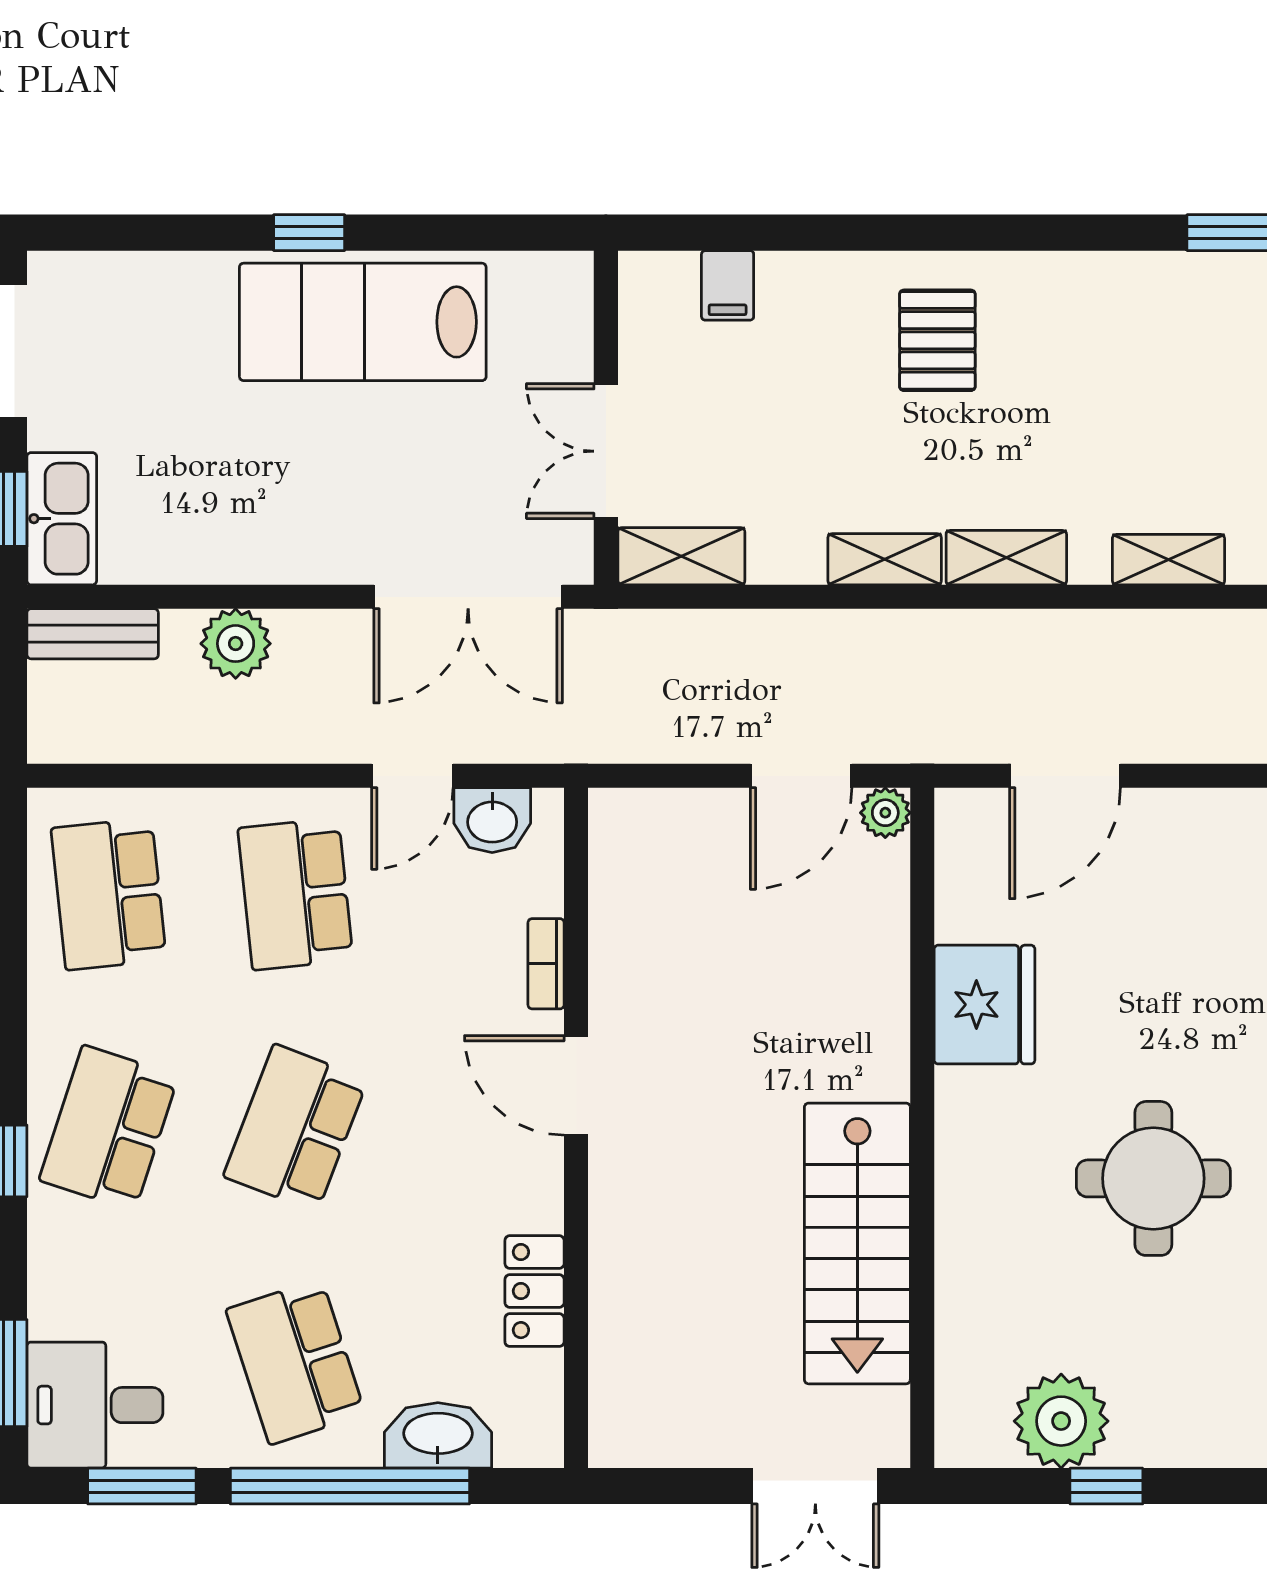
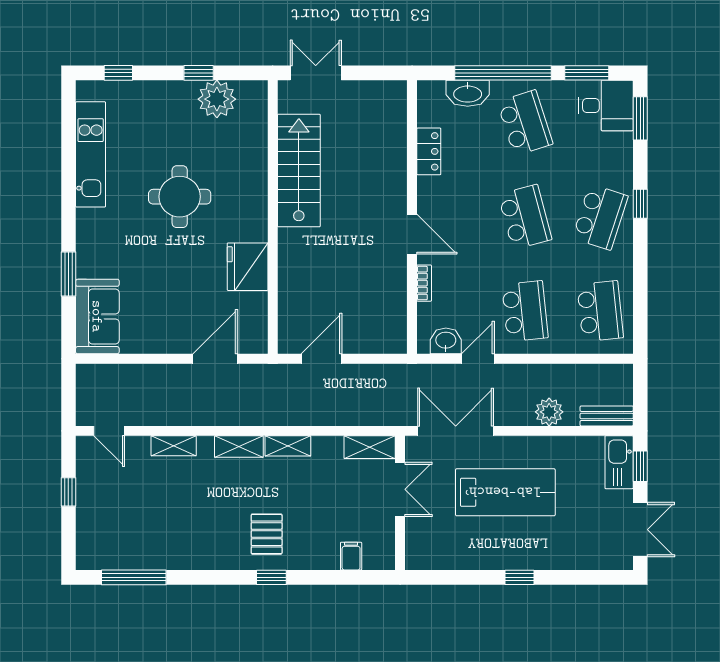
window: (926, 233) -> (271, 577), added
lab bench: (363, 322) -> (505, 492), moved
plant: (885, 813) -> (288, 344), removed
school desk: (296, 1128) -> (525, 217), turned -36

